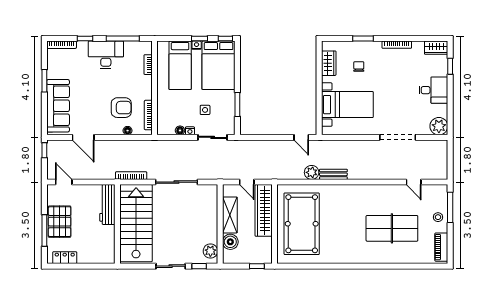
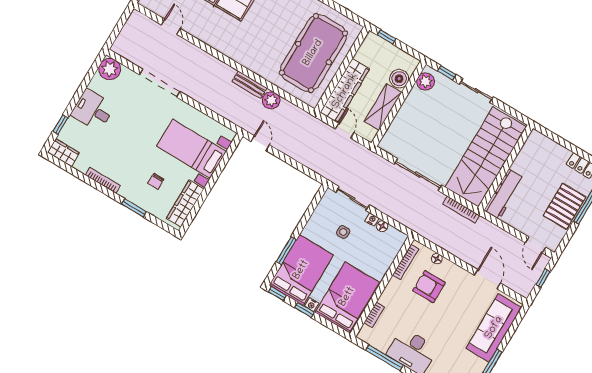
wardrobe: (329, 63) -> (185, 204), width x1.50
bed: (180, 65) -> (347, 297), width x1.50
window: (237, 105) -> (286, 251), moved
window: (44, 150) -> (543, 278), moved

